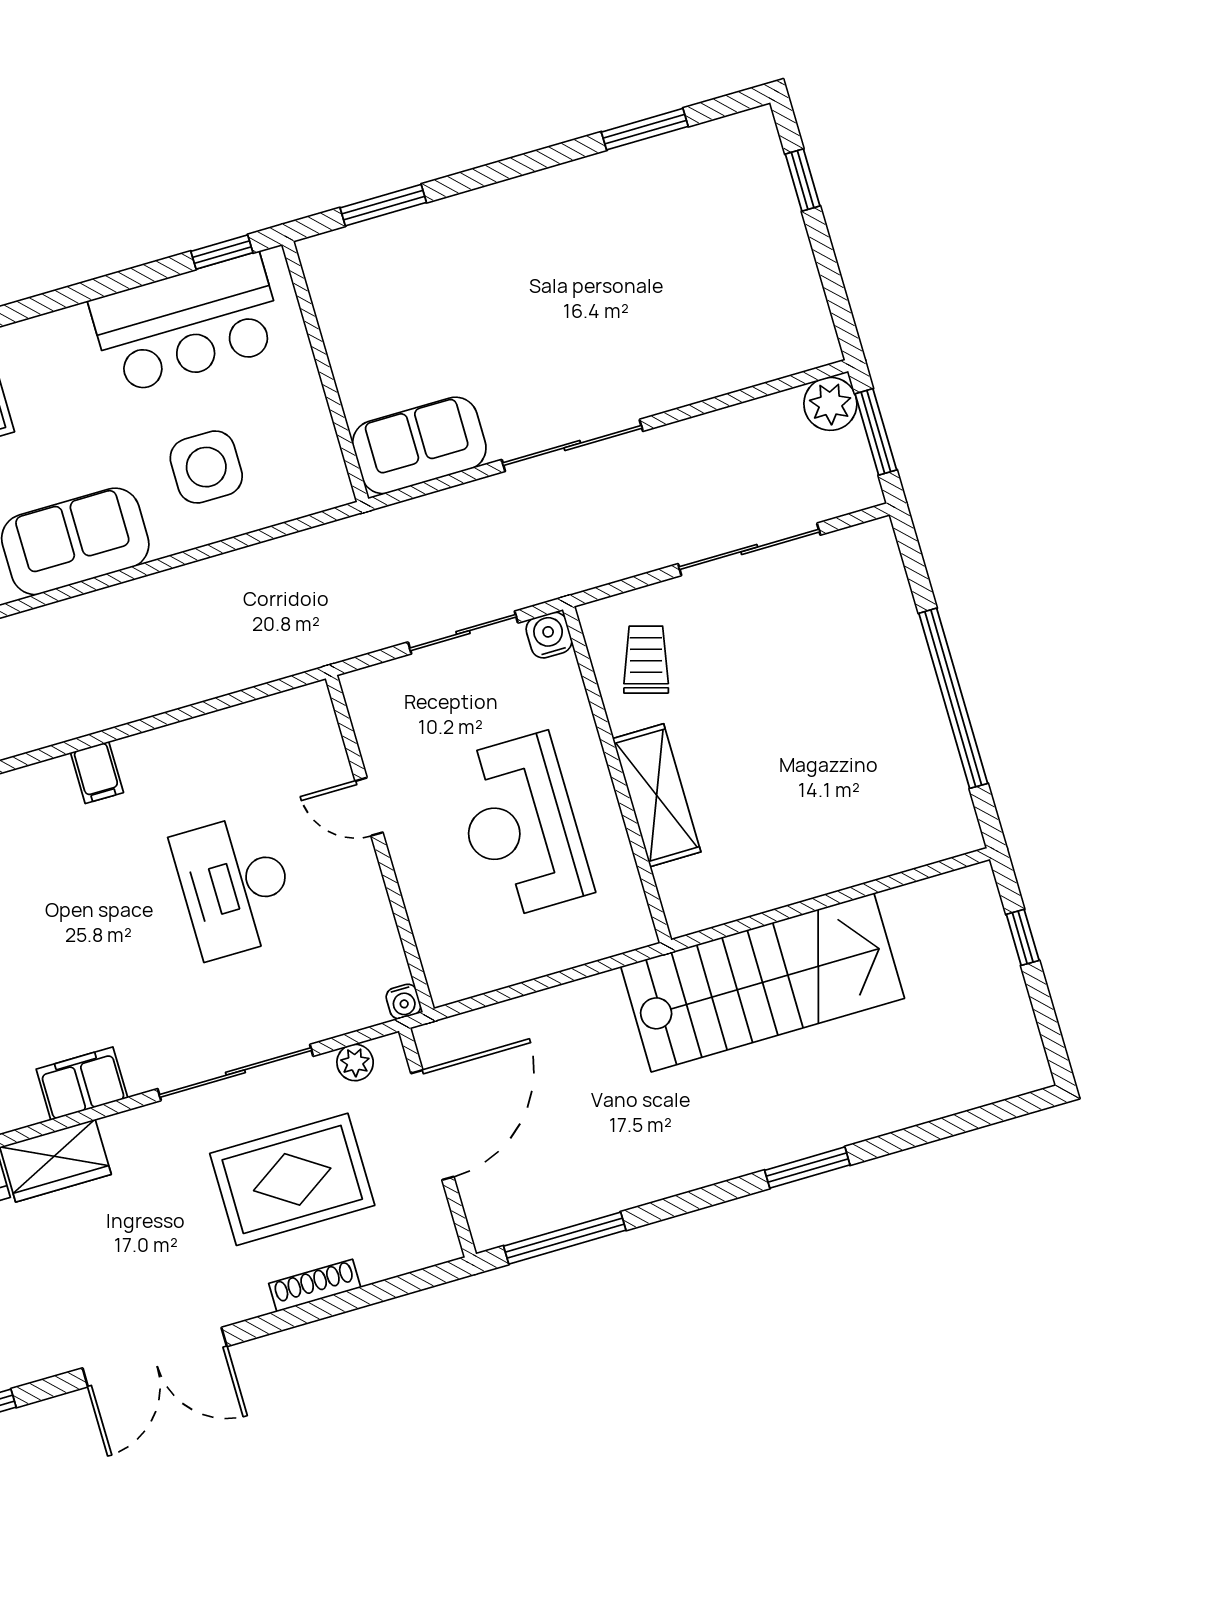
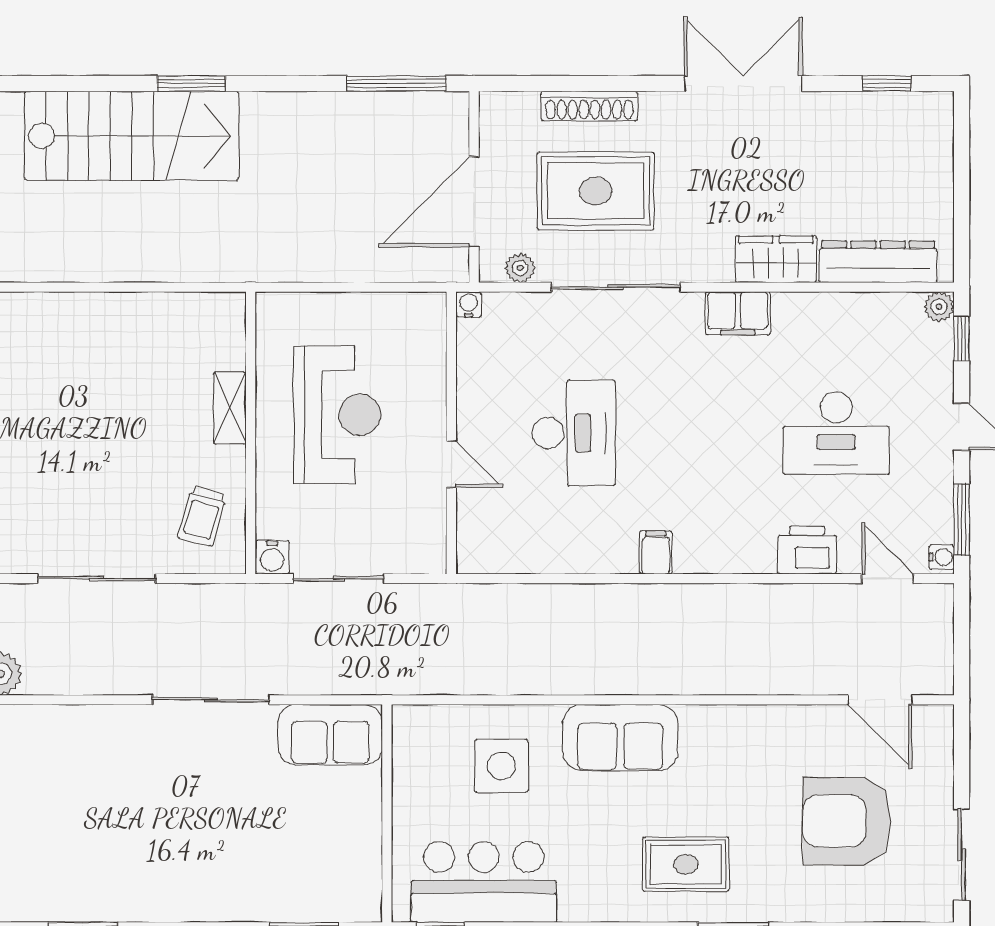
shelving: (657, 795) -> (230, 408), width x0.67, depth x0.75
stairs: (763, 982) -> (132, 136), moved, turned 180
shoe rack: (315, 1286) -> (589, 106), width x1.36, depth x1.24

